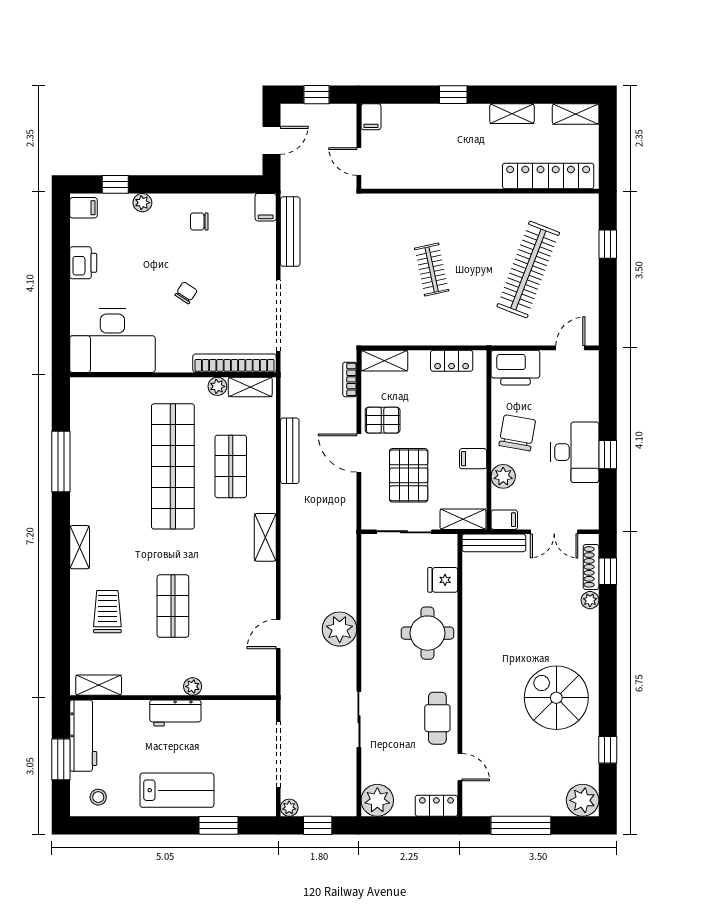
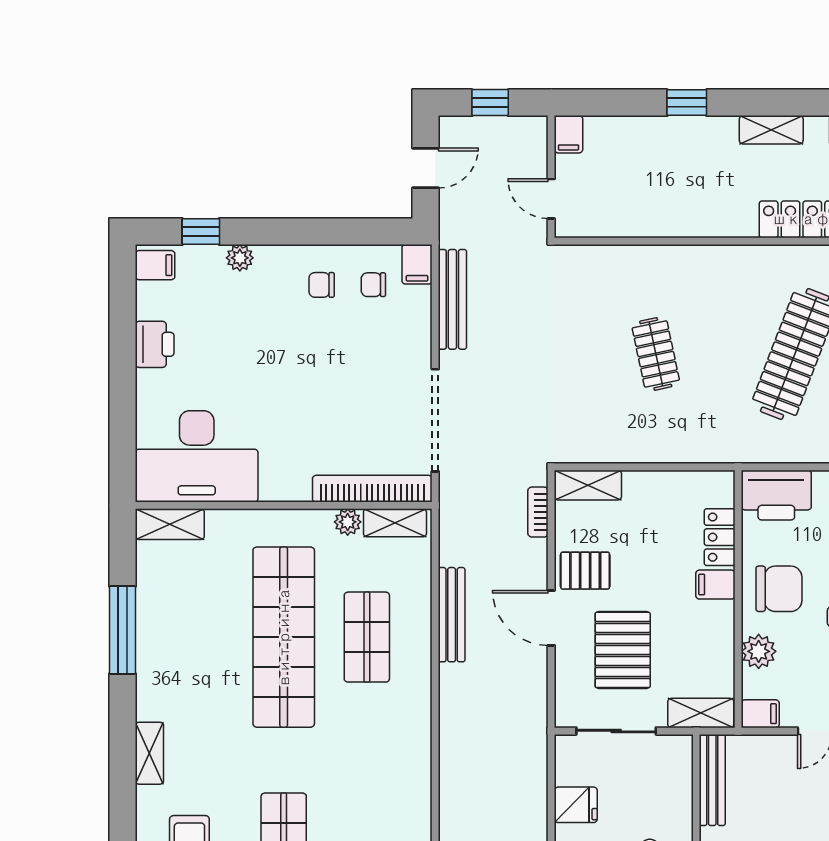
chair: (186, 293) -> (373, 285), moved, turned -123
locker: (452, 361) -> (720, 537), moved, turned 90
chair: (517, 433) -> (779, 589), turned 80
filing cabinet: (473, 459) -> (715, 585), moved
shelving: (265, 537) -> (170, 524), moved, turned 90
bench: (494, 543) -> (712, 780), moved, turned 90
fridge: (443, 580) -> (576, 805), moved, turned 180

